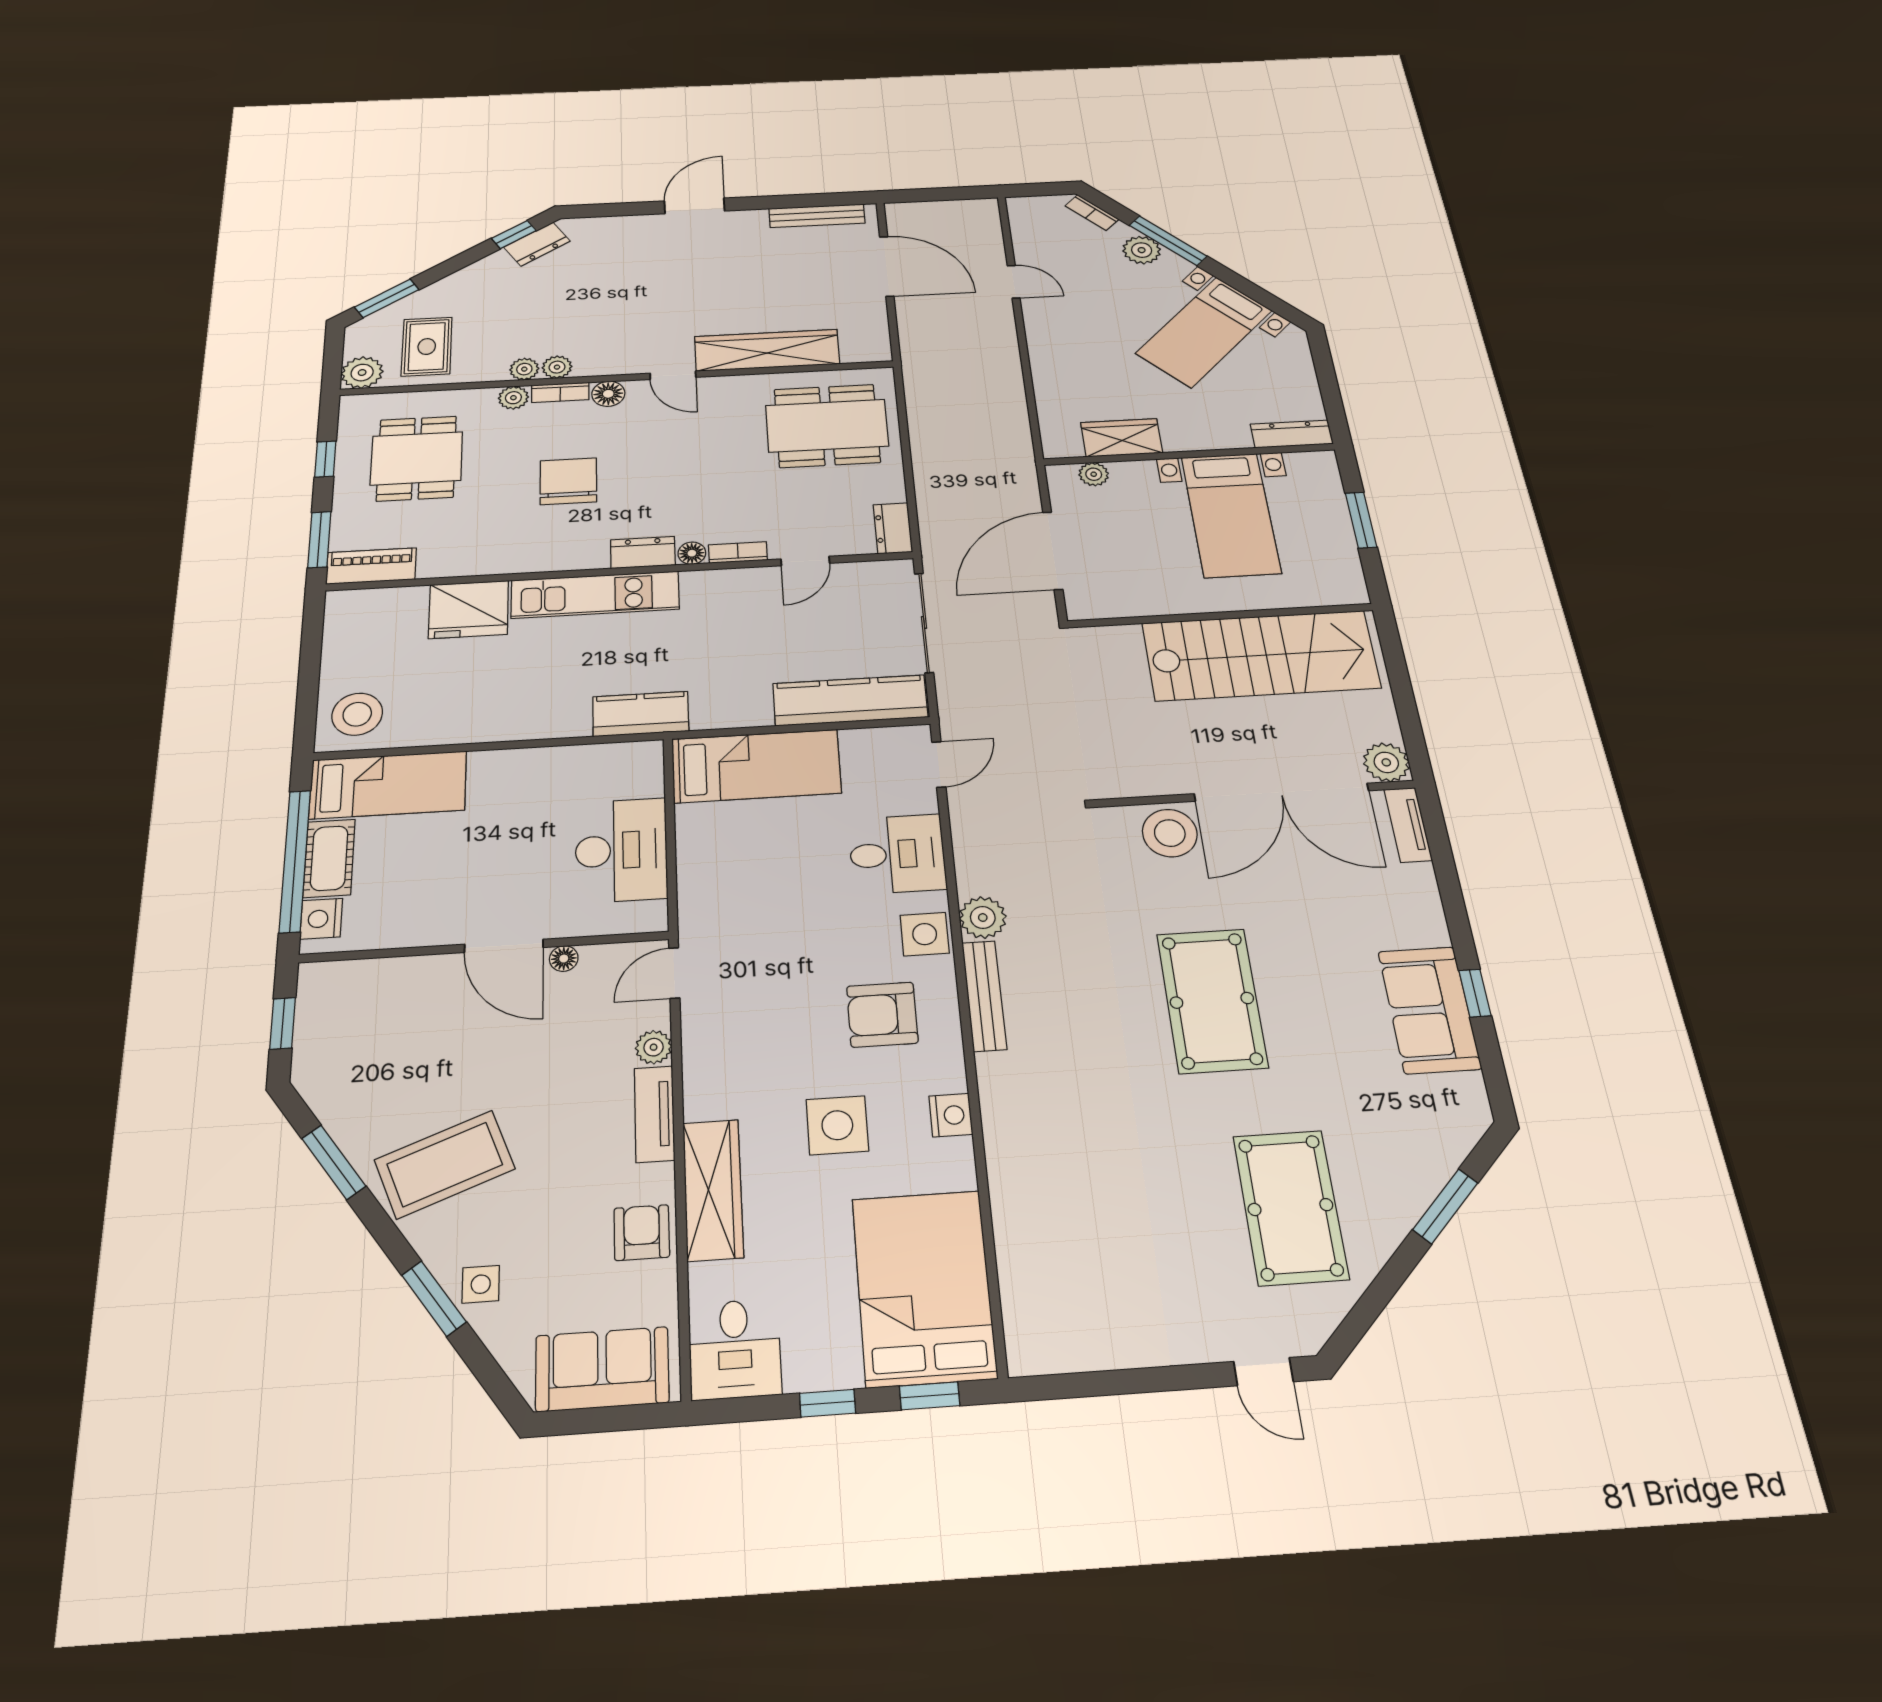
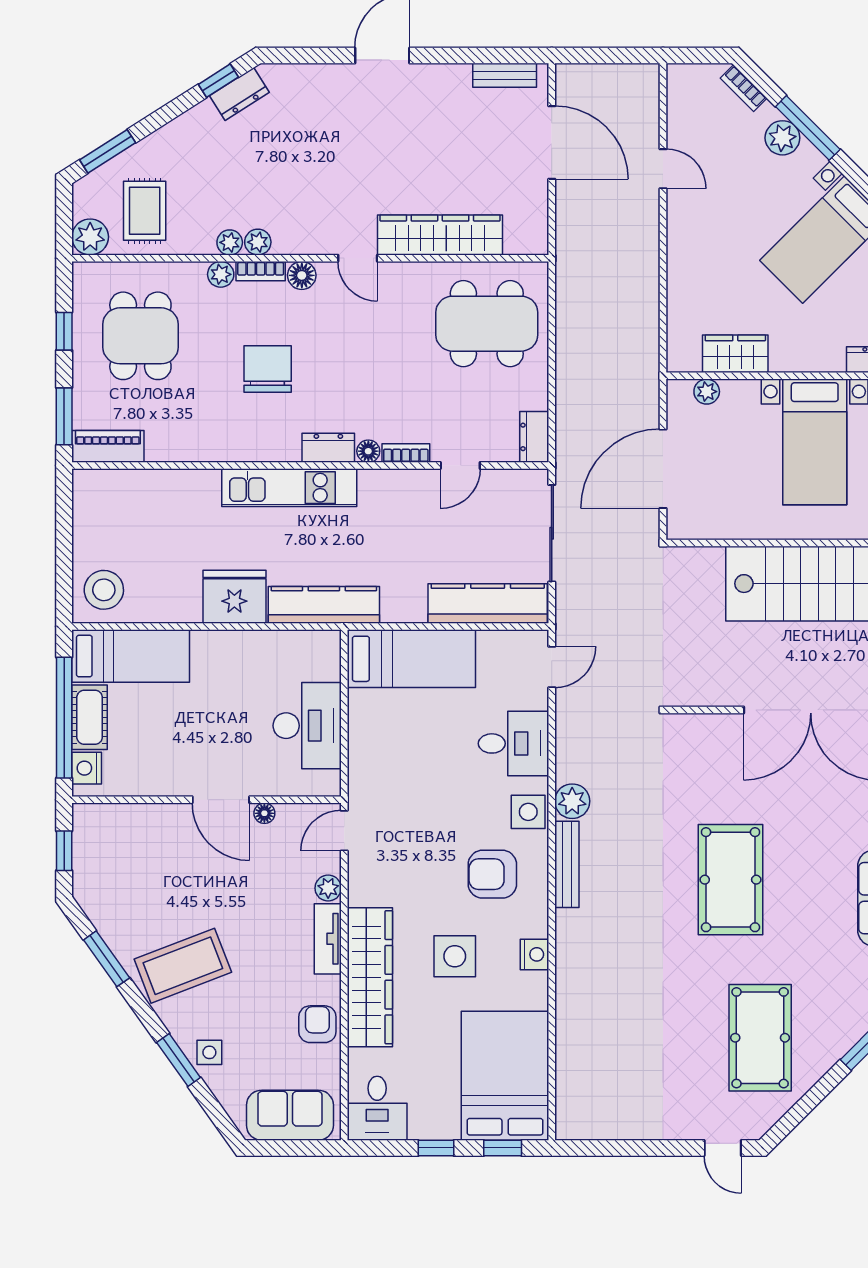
bench: (817, 216) -> (505, 75), width x0.73
fridge: (469, 609) -> (234, 597), moved, turned 180
kitchen counter: (641, 714) -> (324, 605), width x1.50
stool: (1170, 833) -> (720, 740), removed
wardrobe: (713, 1190) -> (370, 977), width x1.40, depth x1.17

